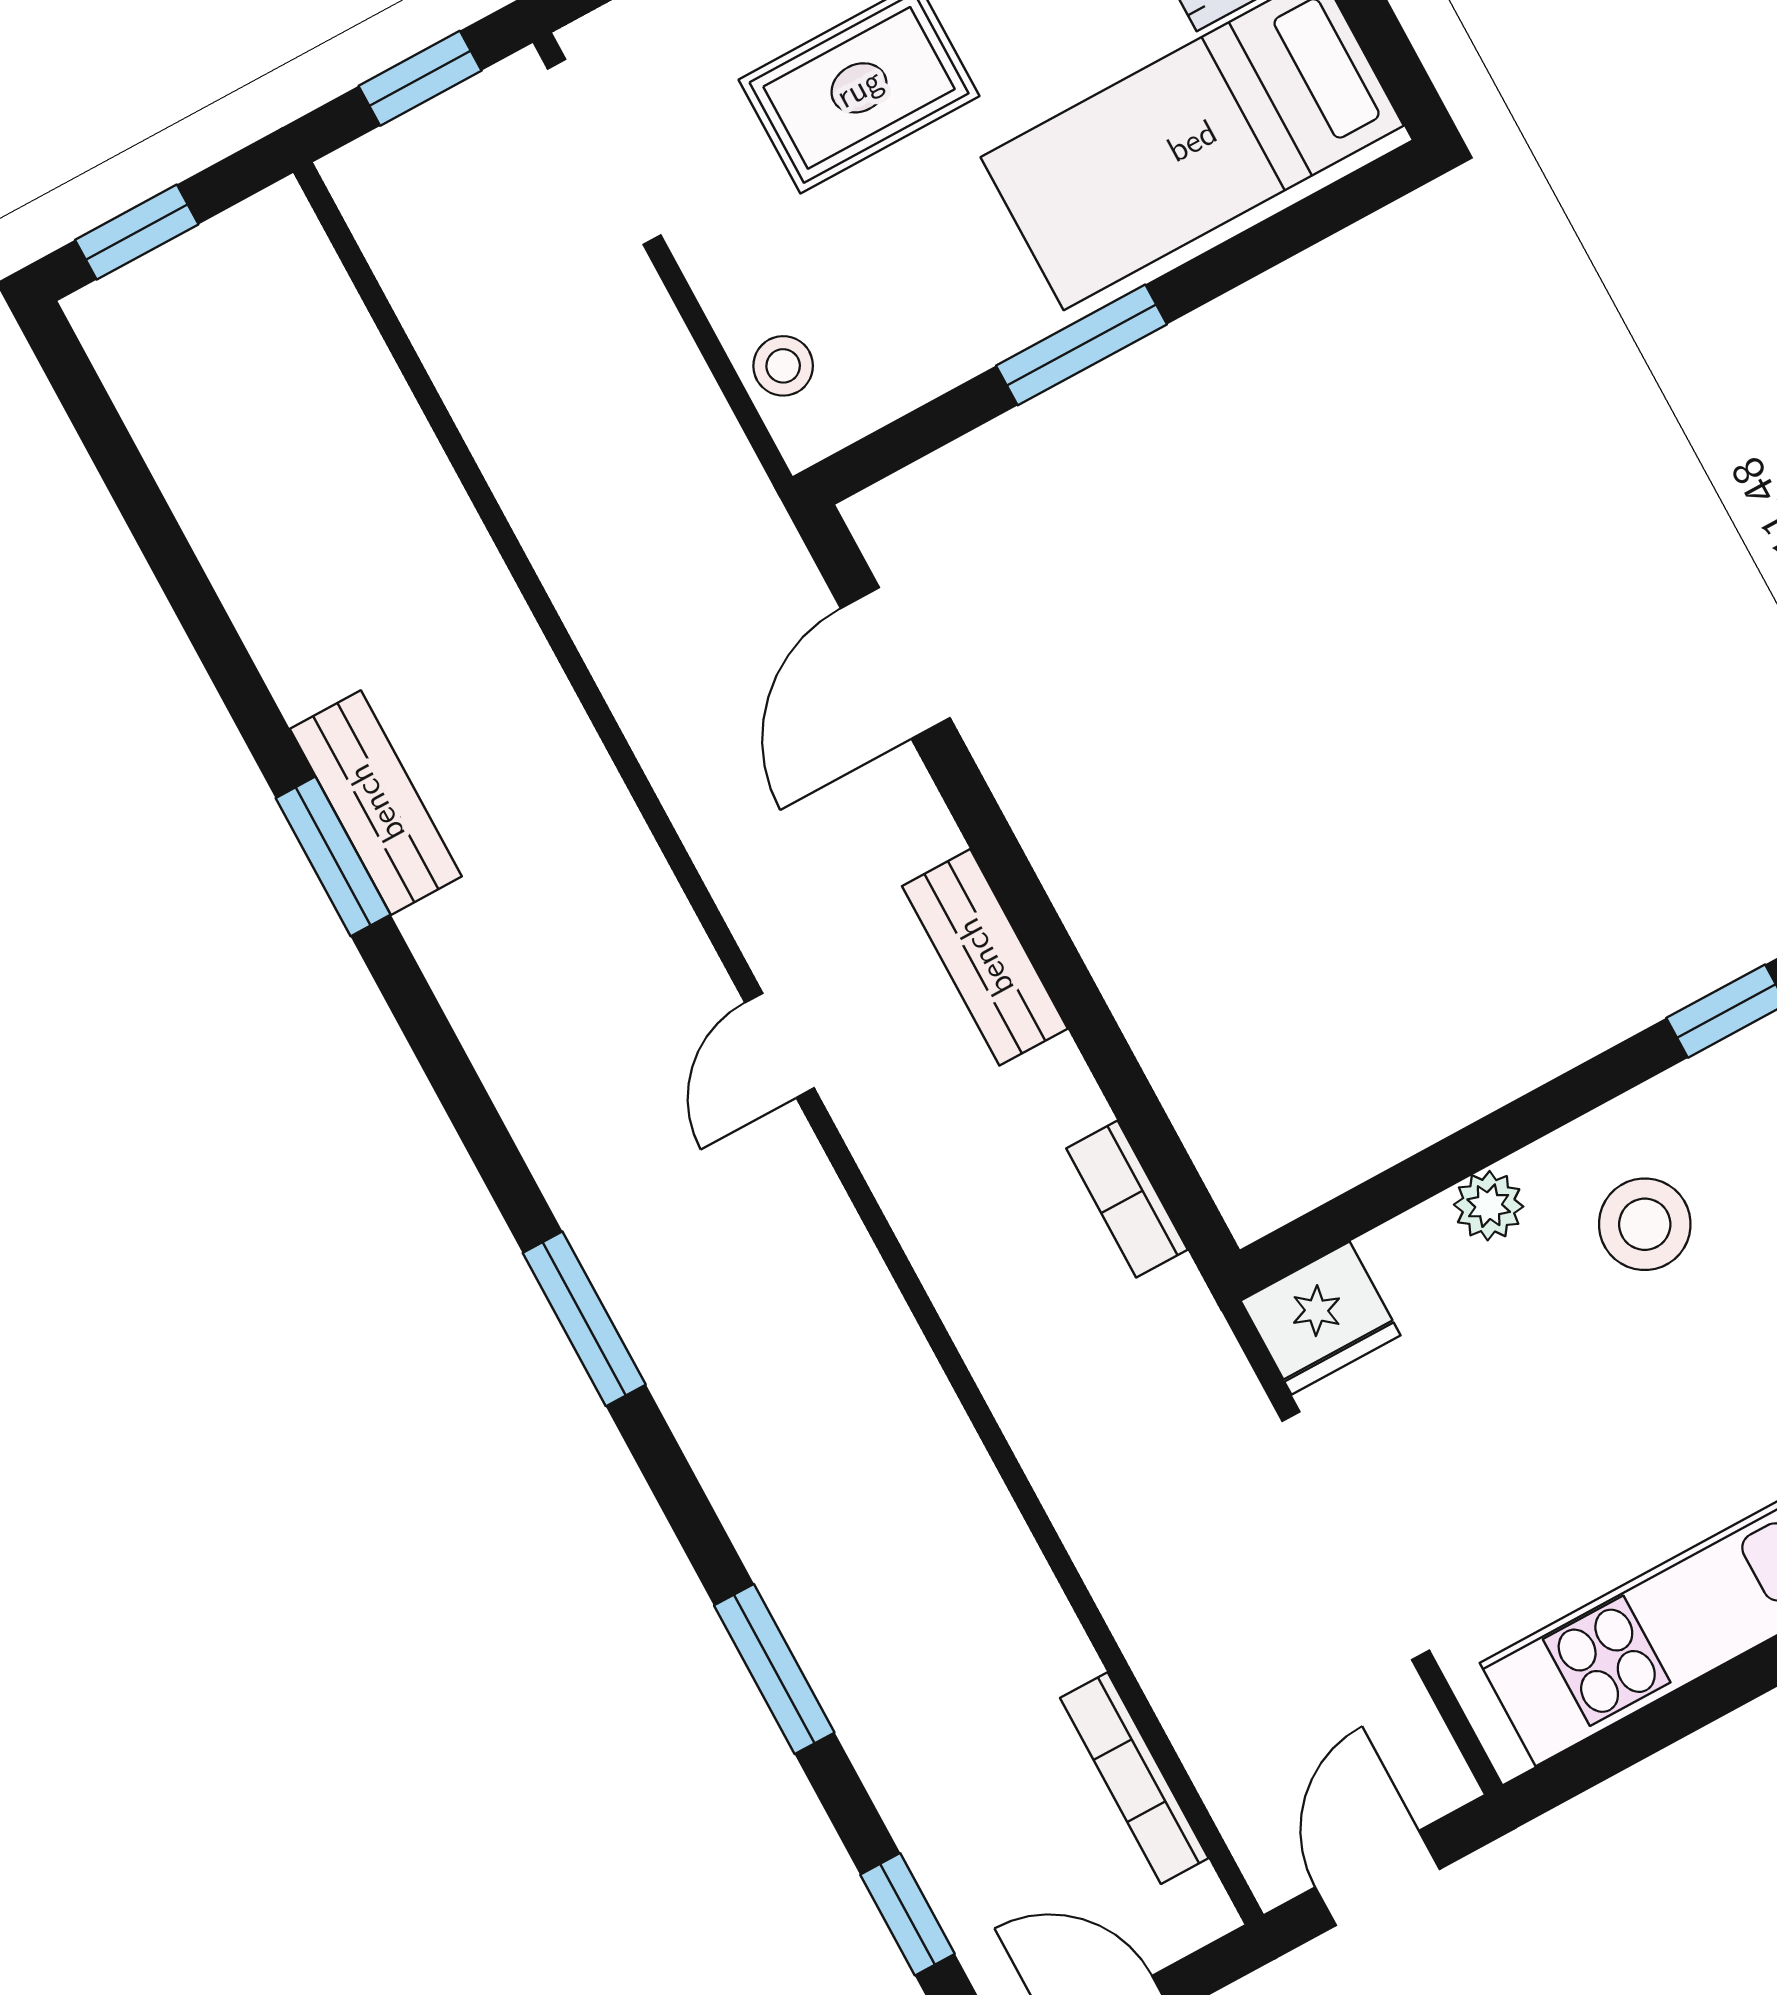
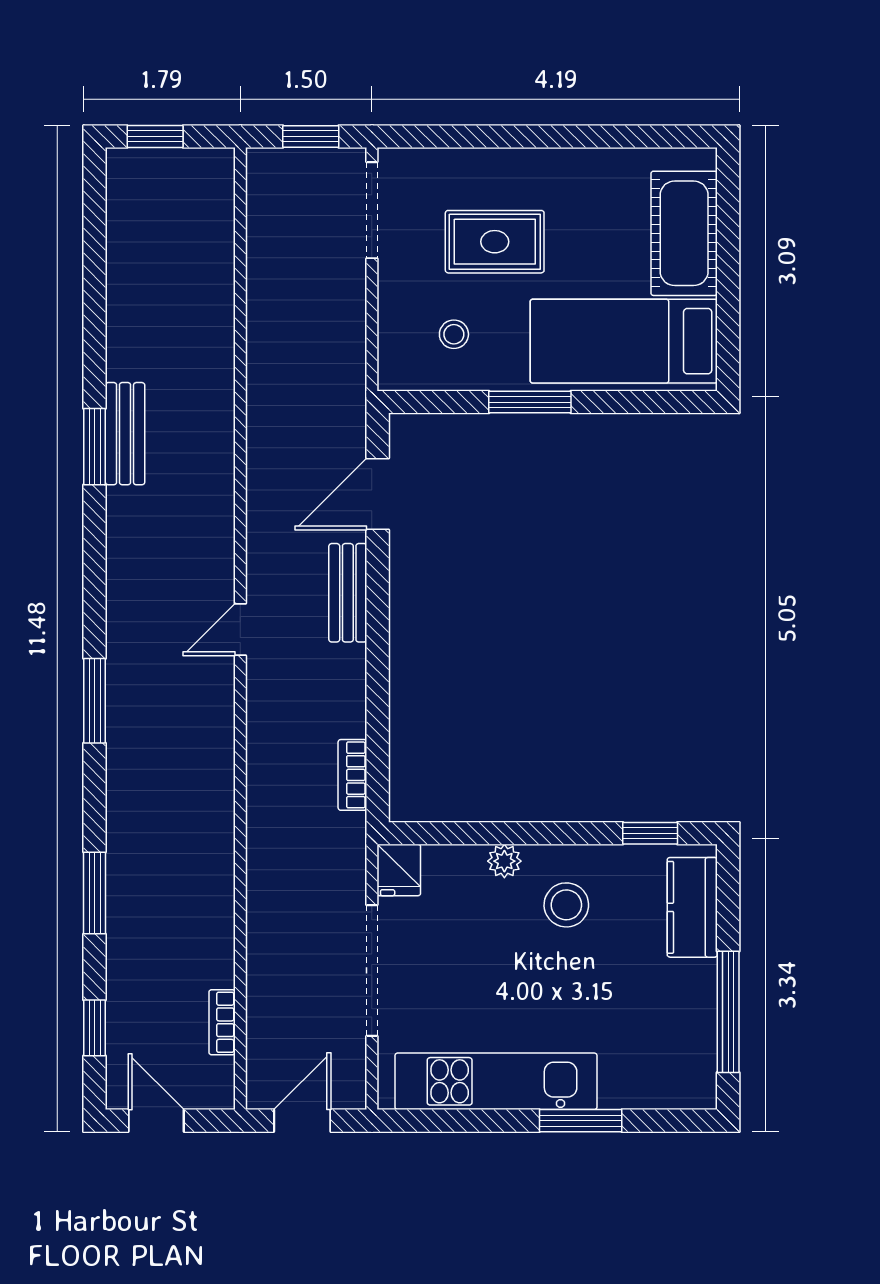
stool: (783, 366) -> (454, 334), moved
bench: (985, 957) -> (348, 593), moved
fridge: (1321, 1318) -> (399, 870), width x0.72
bookcase: (1134, 1778) -> (222, 1022), width x0.64

